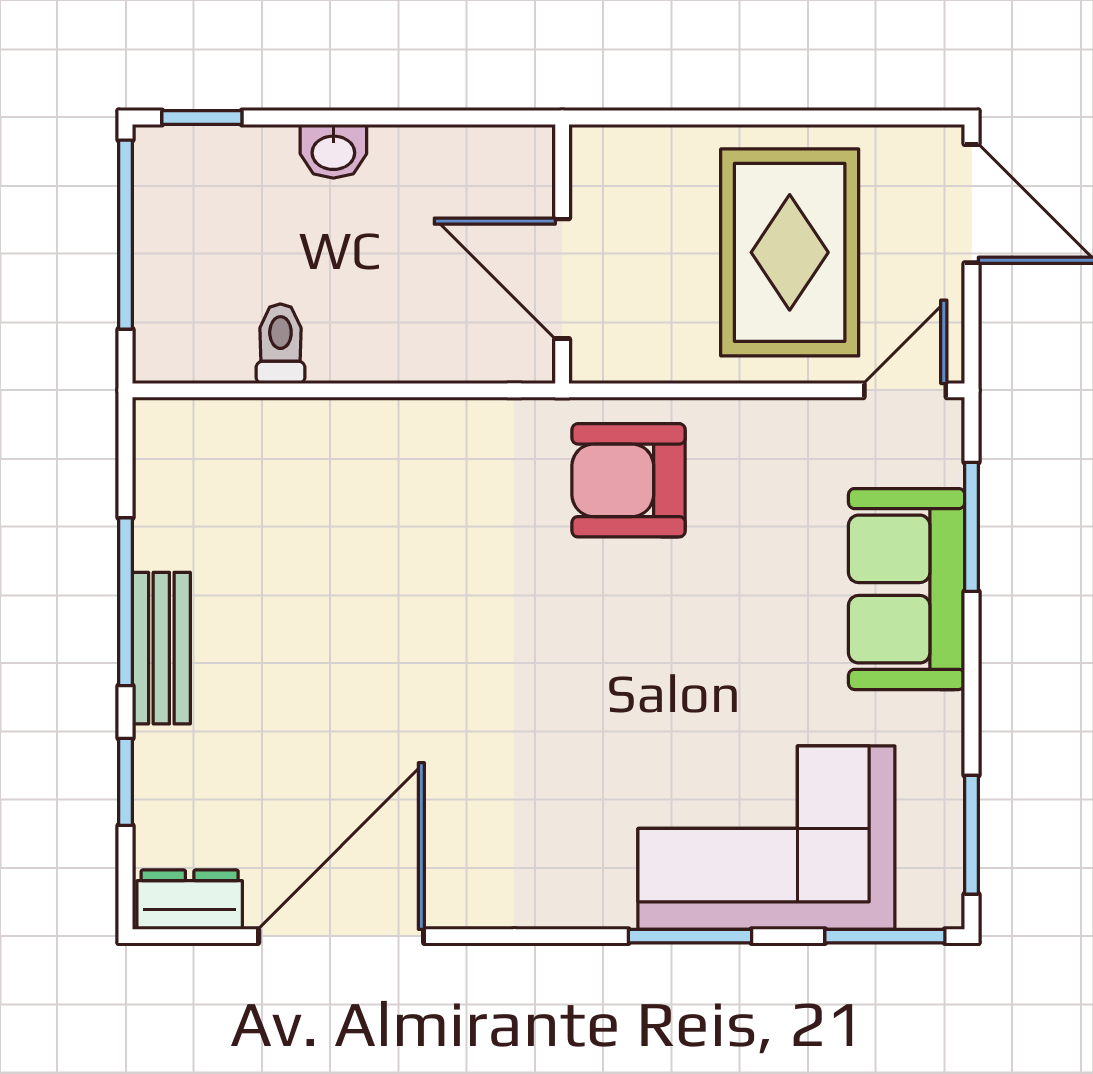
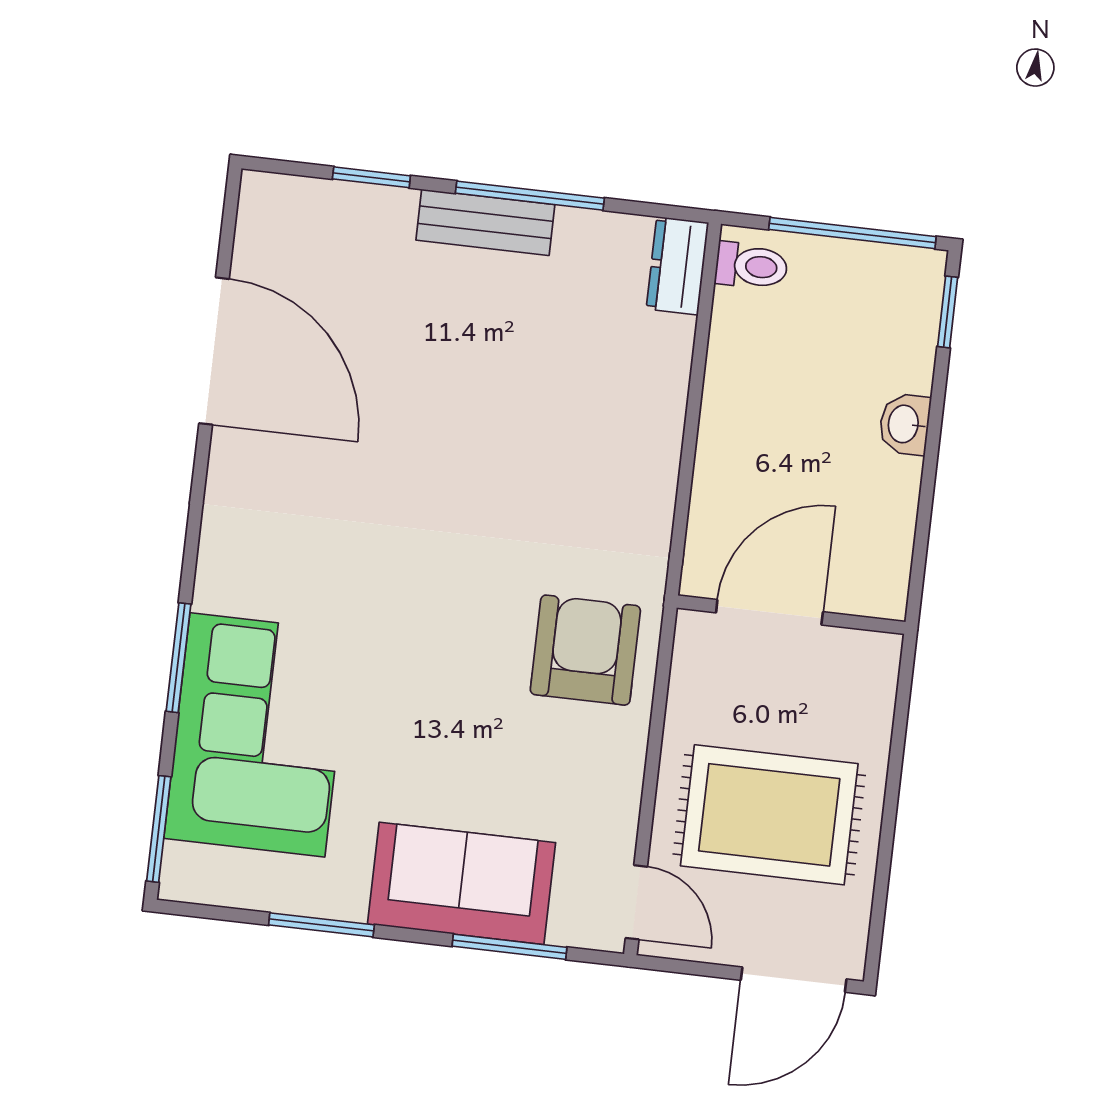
toilet: (280, 344) -> (751, 266), moved
window: (972, 835) -> (321, 925), moved
dresser: (190, 900) -> (677, 266), moved, turned 180

